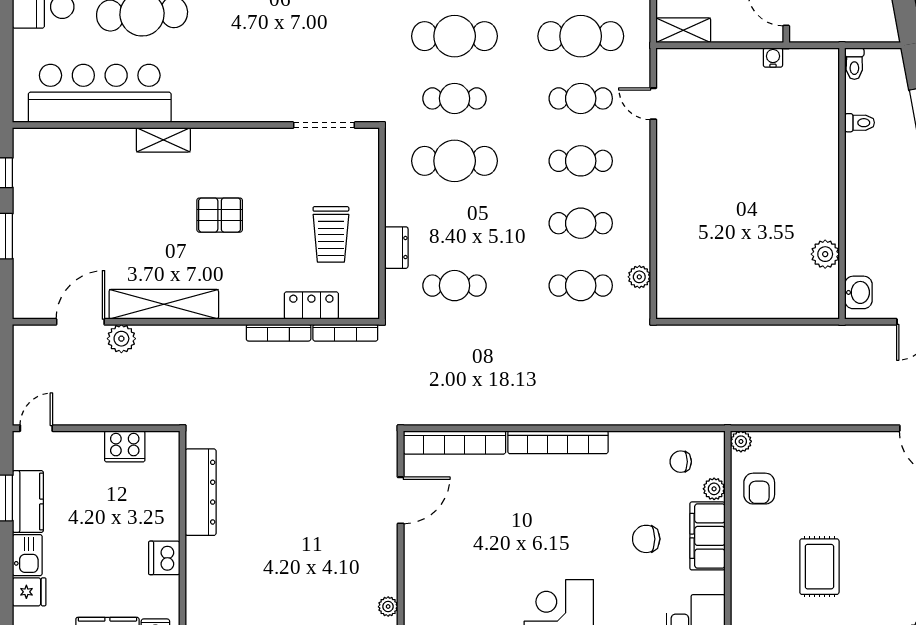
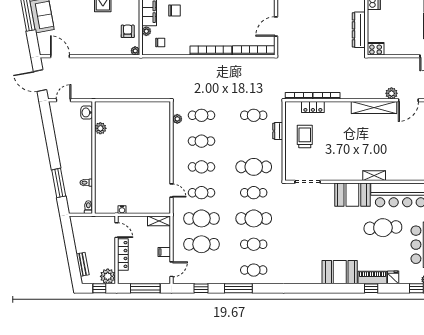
booth: (216, 94) -> (352, 195), added
pallet: (220, 215) -> (351, 144), removed
cooker: (125, 446) -> (376, 49), moved

